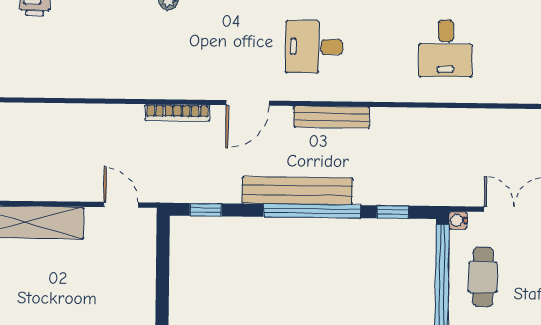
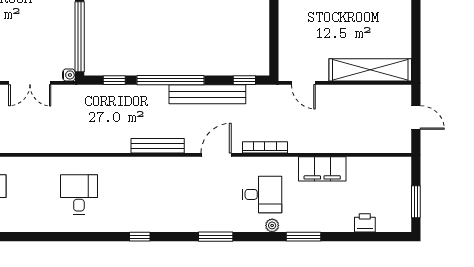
desk: (314, 47) -> (262, 194), moved
filing cabinet: (95, 81) -> (322, 169), added
bench: (297, 191) -> (207, 94), moved
cafe table: (483, 277) -> (51, 36), removed

